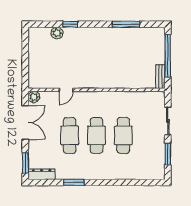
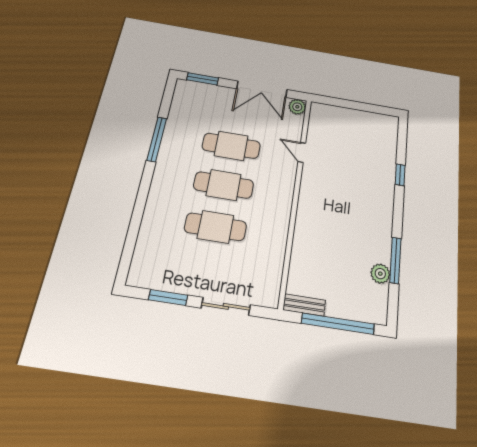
plant: (57, 33) -> (380, 274), moved
dresser: (42, 174) -> (180, 97), removed
window: (74, 182) -> (157, 139), width x1.44

